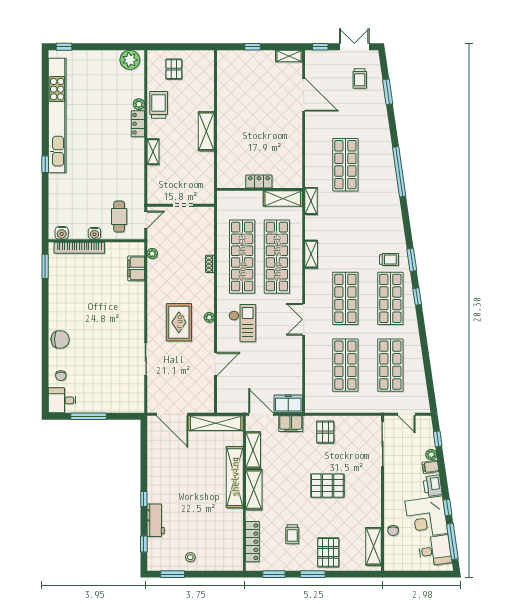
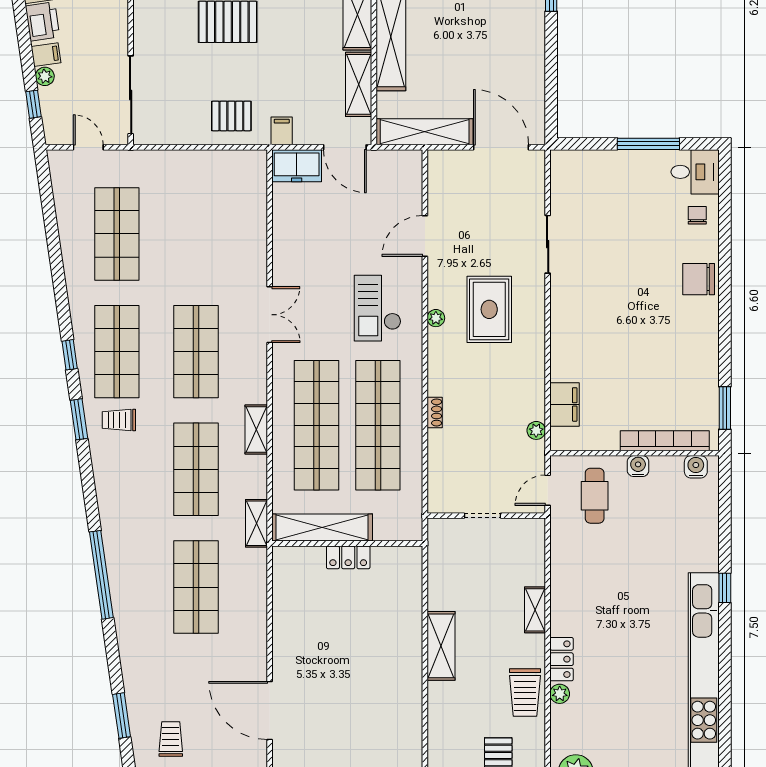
shelving: (283, 199) -> (322, 527), width x1.47
shop shelf: (345, 365) -> (196, 469), moved
filing cabinet: (291, 424) -> (282, 131), width x0.50
pallet: (325, 432) -> (231, 116), turned 90

